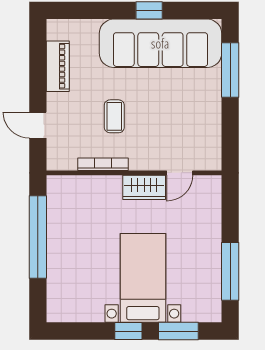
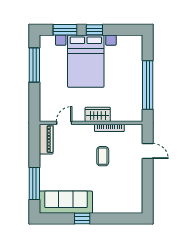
sofa: (160, 43) -> (66, 202), width x0.74, depth x0.79
piano: (58, 66) -> (46, 139), moved, turned 180
wardrobe: (144, 187) -> (98, 114), moved
bed with nightstands: (143, 278) -> (86, 61), width x1.36

